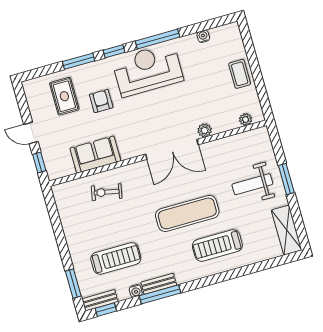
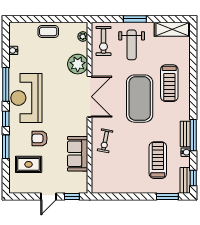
plant: (205, 130) -> (78, 64), width x1.88, depth x1.88
exercise bike: (247, 147) -> (103, 41), added
exercise bike: (107, 192) -> (105, 141), moved
exercise mat: (187, 213) -> (140, 99), width x1.47

